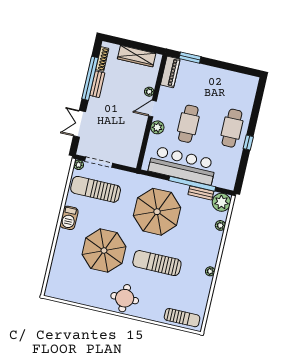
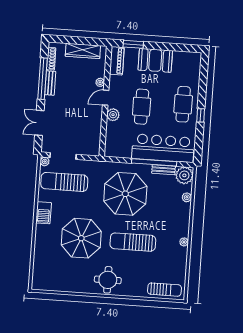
booth: (210, 78) -> (155, 60), added
bar counter: (182, 165) -> (163, 148), moved

